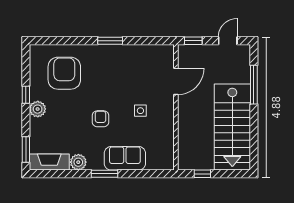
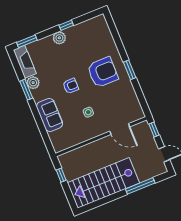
armchair: (64, 73) -> (103, 72), moved
window: (105, 174) -> (26, 90), moved

